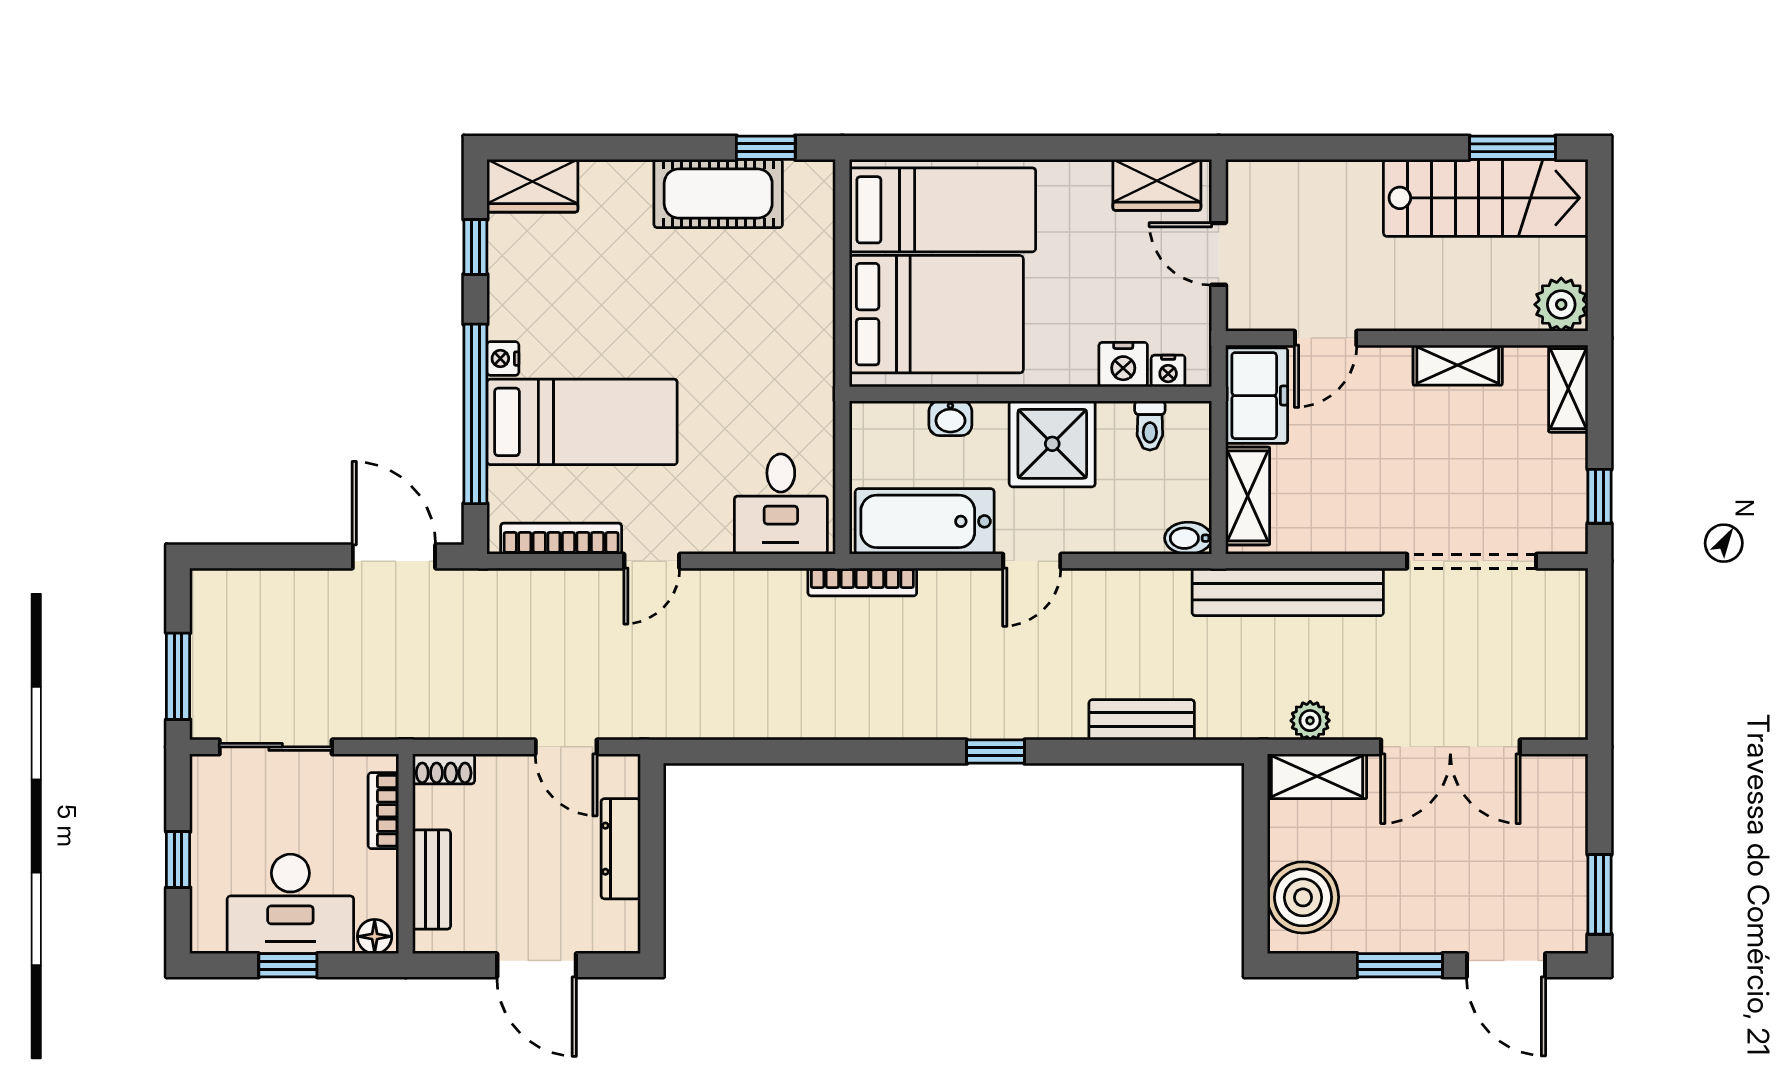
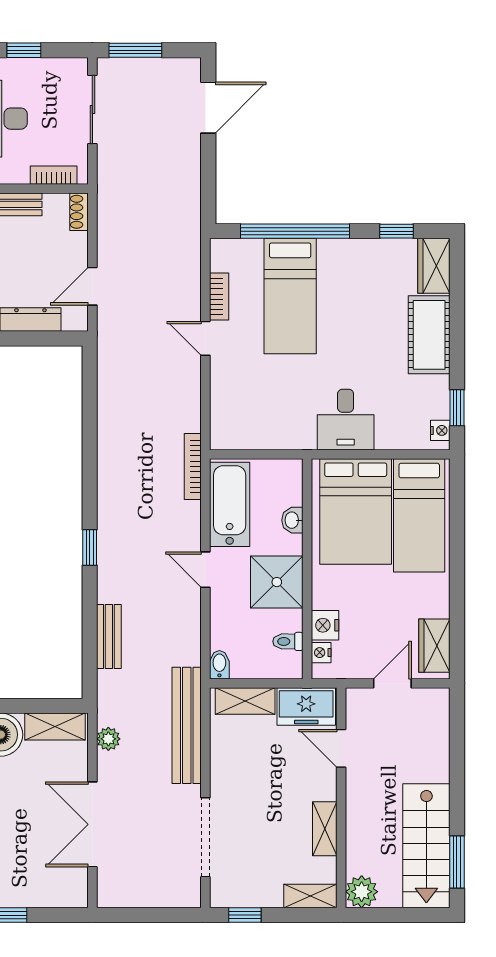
cot: (718, 194) -> (429, 335), moved
nightstand: (503, 359) -> (440, 430), moved, turned 90
desk: (781, 504) -> (346, 420), moved, turned -90
bookcase: (561, 539) -> (219, 297), width x0.64
door: (394, 556) -> (208, 108), moved
shelving: (1317, 776) -> (55, 727), moved, turned 90

